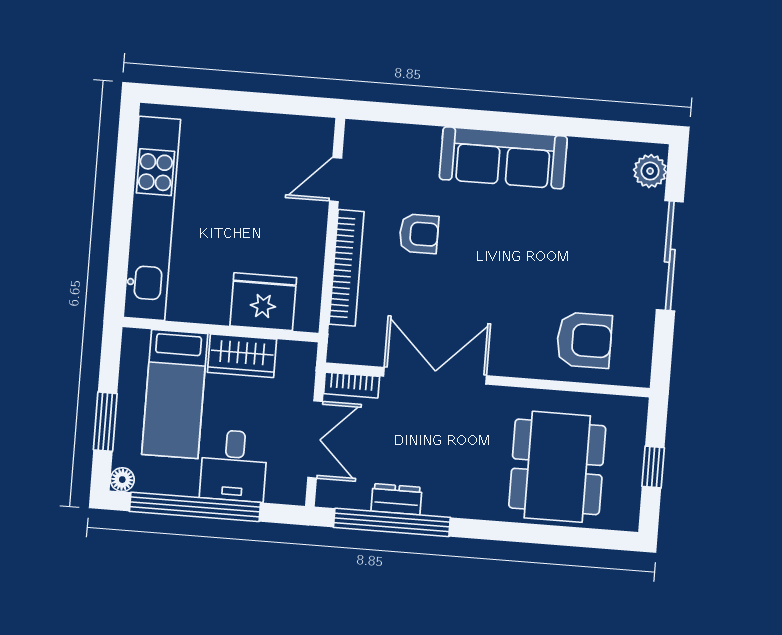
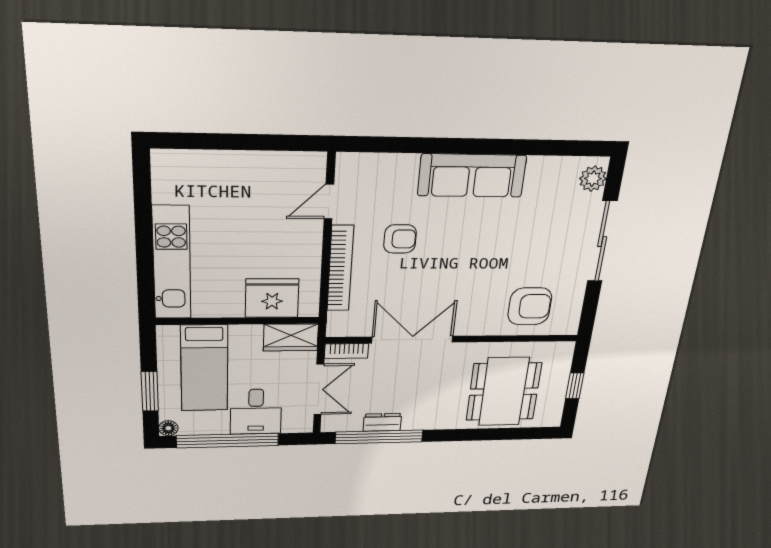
kitchen unit: (152, 218) -> (172, 263), width x0.73
wardrobe: (242, 356) -> (291, 337), moved

